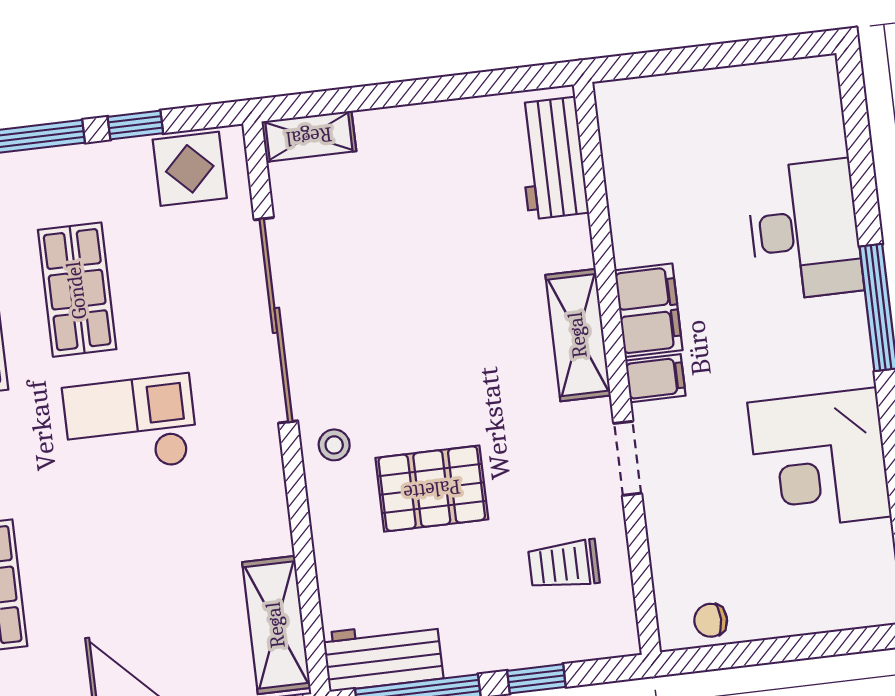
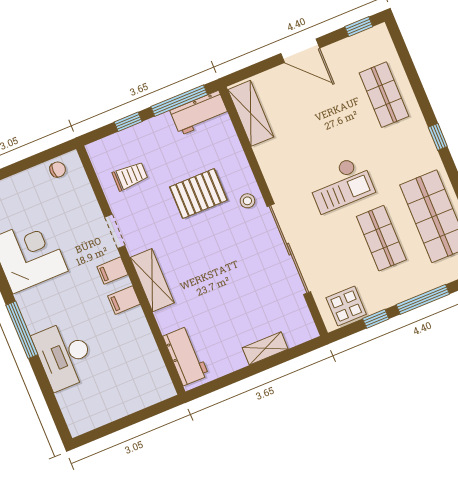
shelving: (309, 136) -> (265, 348), moved
filing cabinet: (649, 310) -> (124, 300), width x0.50

